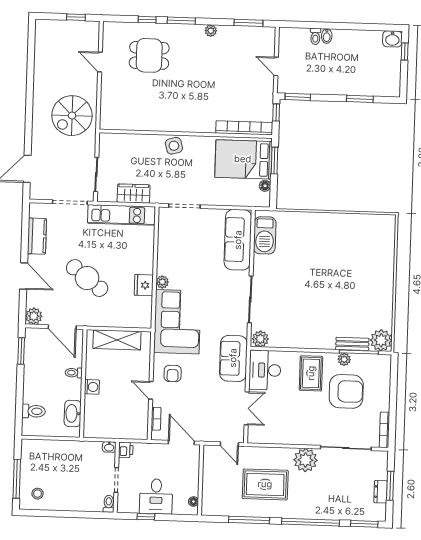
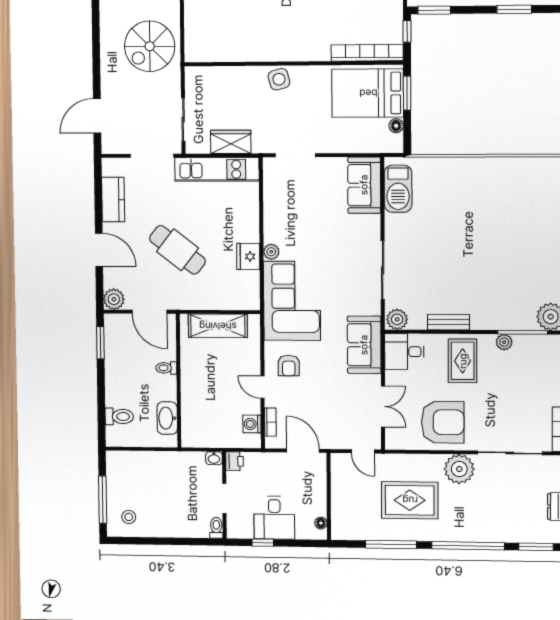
sofa: (238, 240) -> (364, 185), width x0.73
bench: (352, 344) -> (448, 322), moved
desk: (265, 370) -> (404, 352), width x0.73
washing machine: (92, 387) -> (252, 424), moved, turned 180
armchair: (346, 391) -> (443, 422), moved

